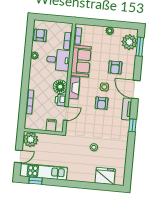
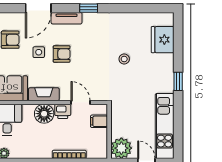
window: (36, 181) -> (178, 81), moved

